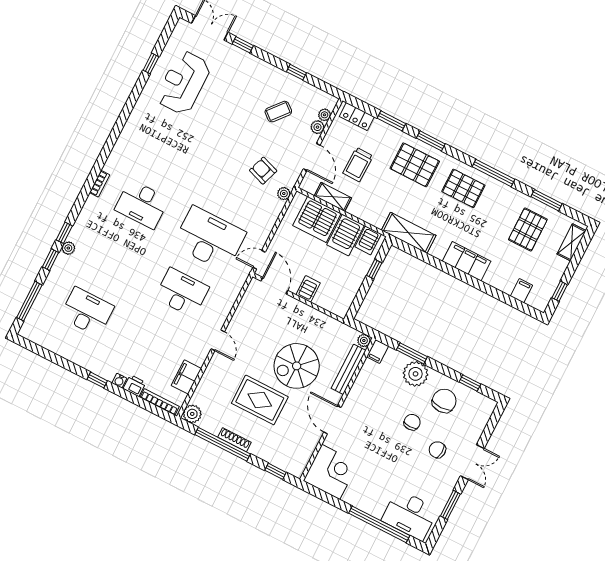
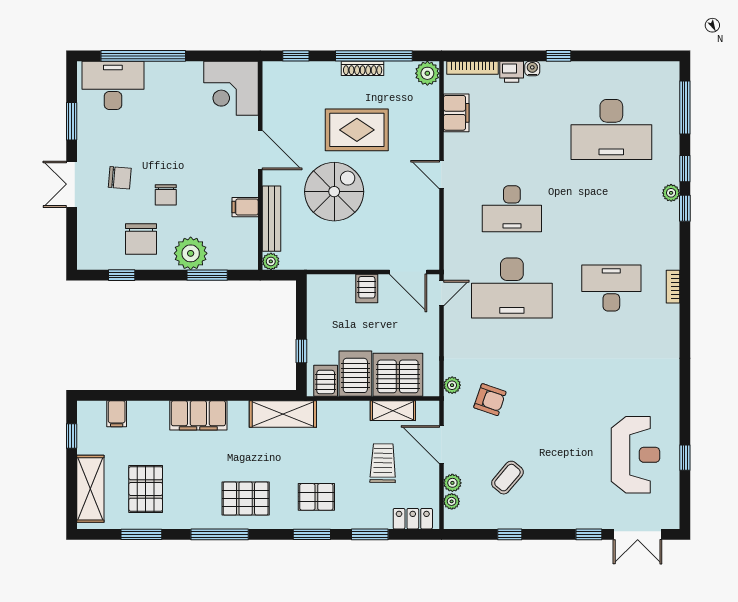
pallet: (415, 165) -> (316, 497), width x0.67, depth x0.71
shelving: (572, 242) -> (90, 489), width x1.50, depth x1.33
desk: (87, 312) -> (611, 130), width x1.36, depth x1.30
filing cabinet: (378, 351) -> (245, 207), moved, turned -90

